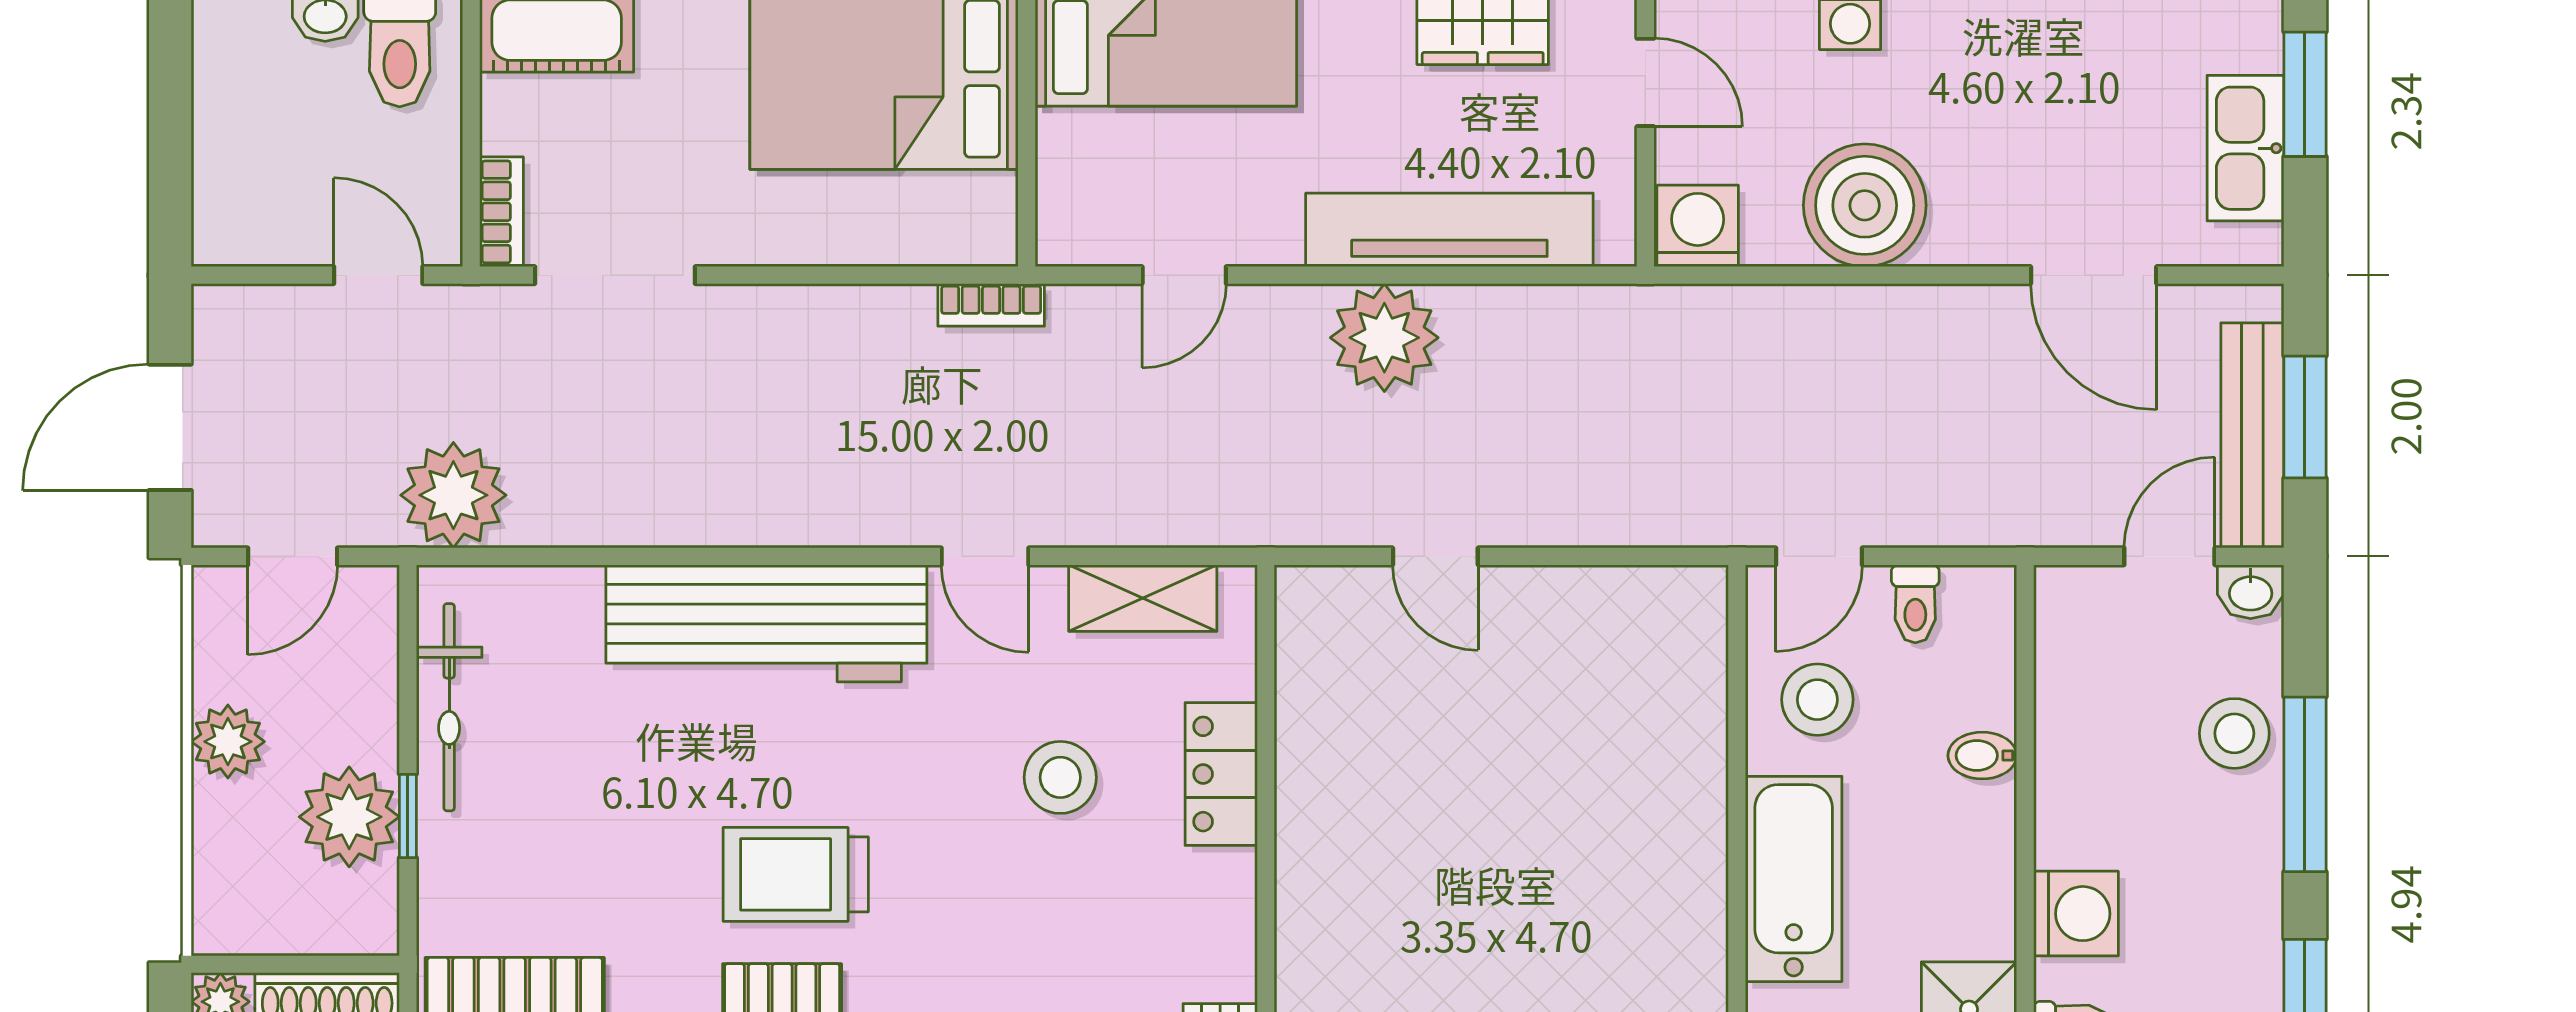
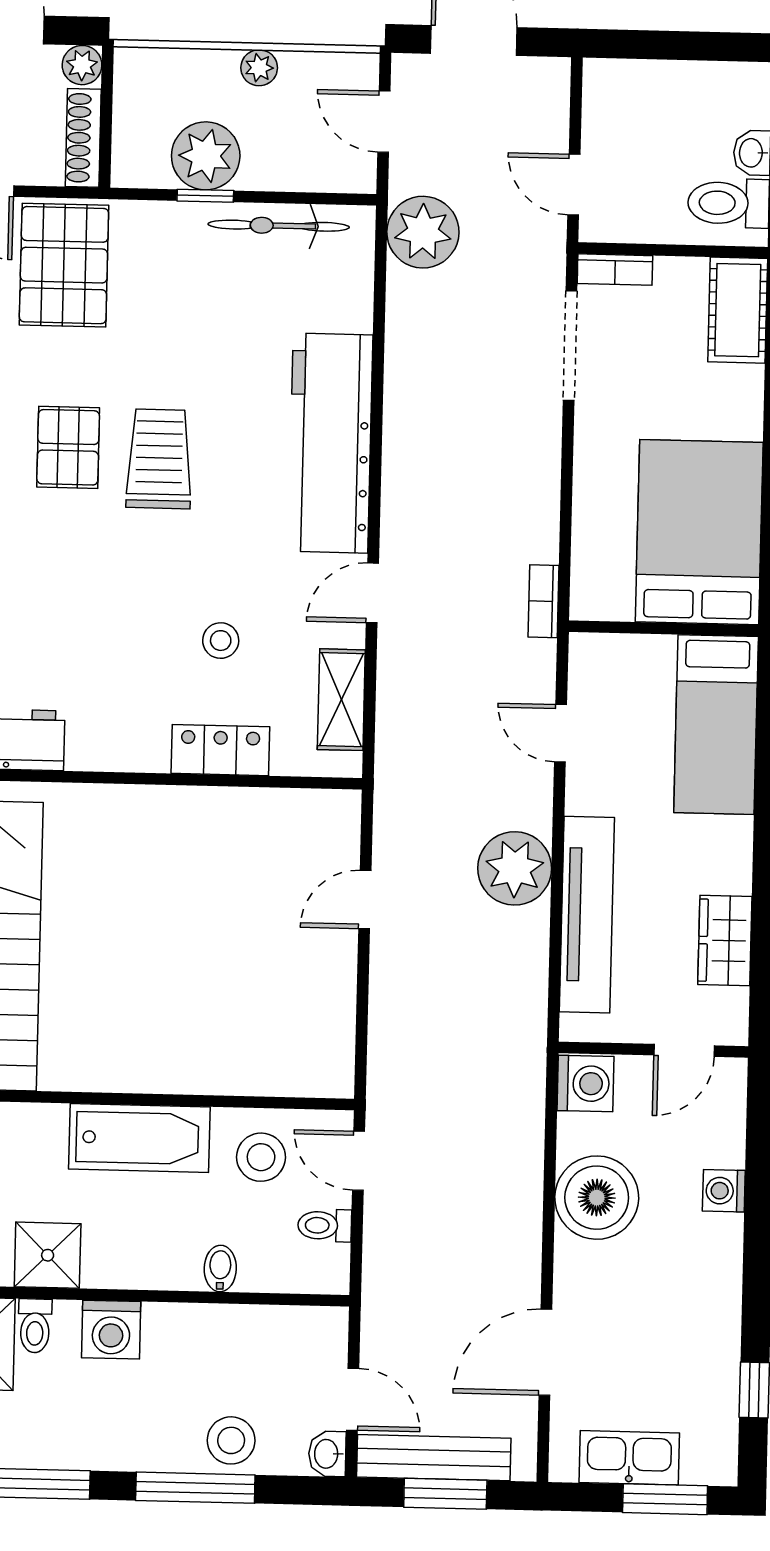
door: (378, 275) -> (574, 185), swing flipped
plant: (228, 742) -> (259, 68), width x0.73, depth x0.73
stool: (1060, 777) -> (221, 641), width x0.73, depth x0.73

